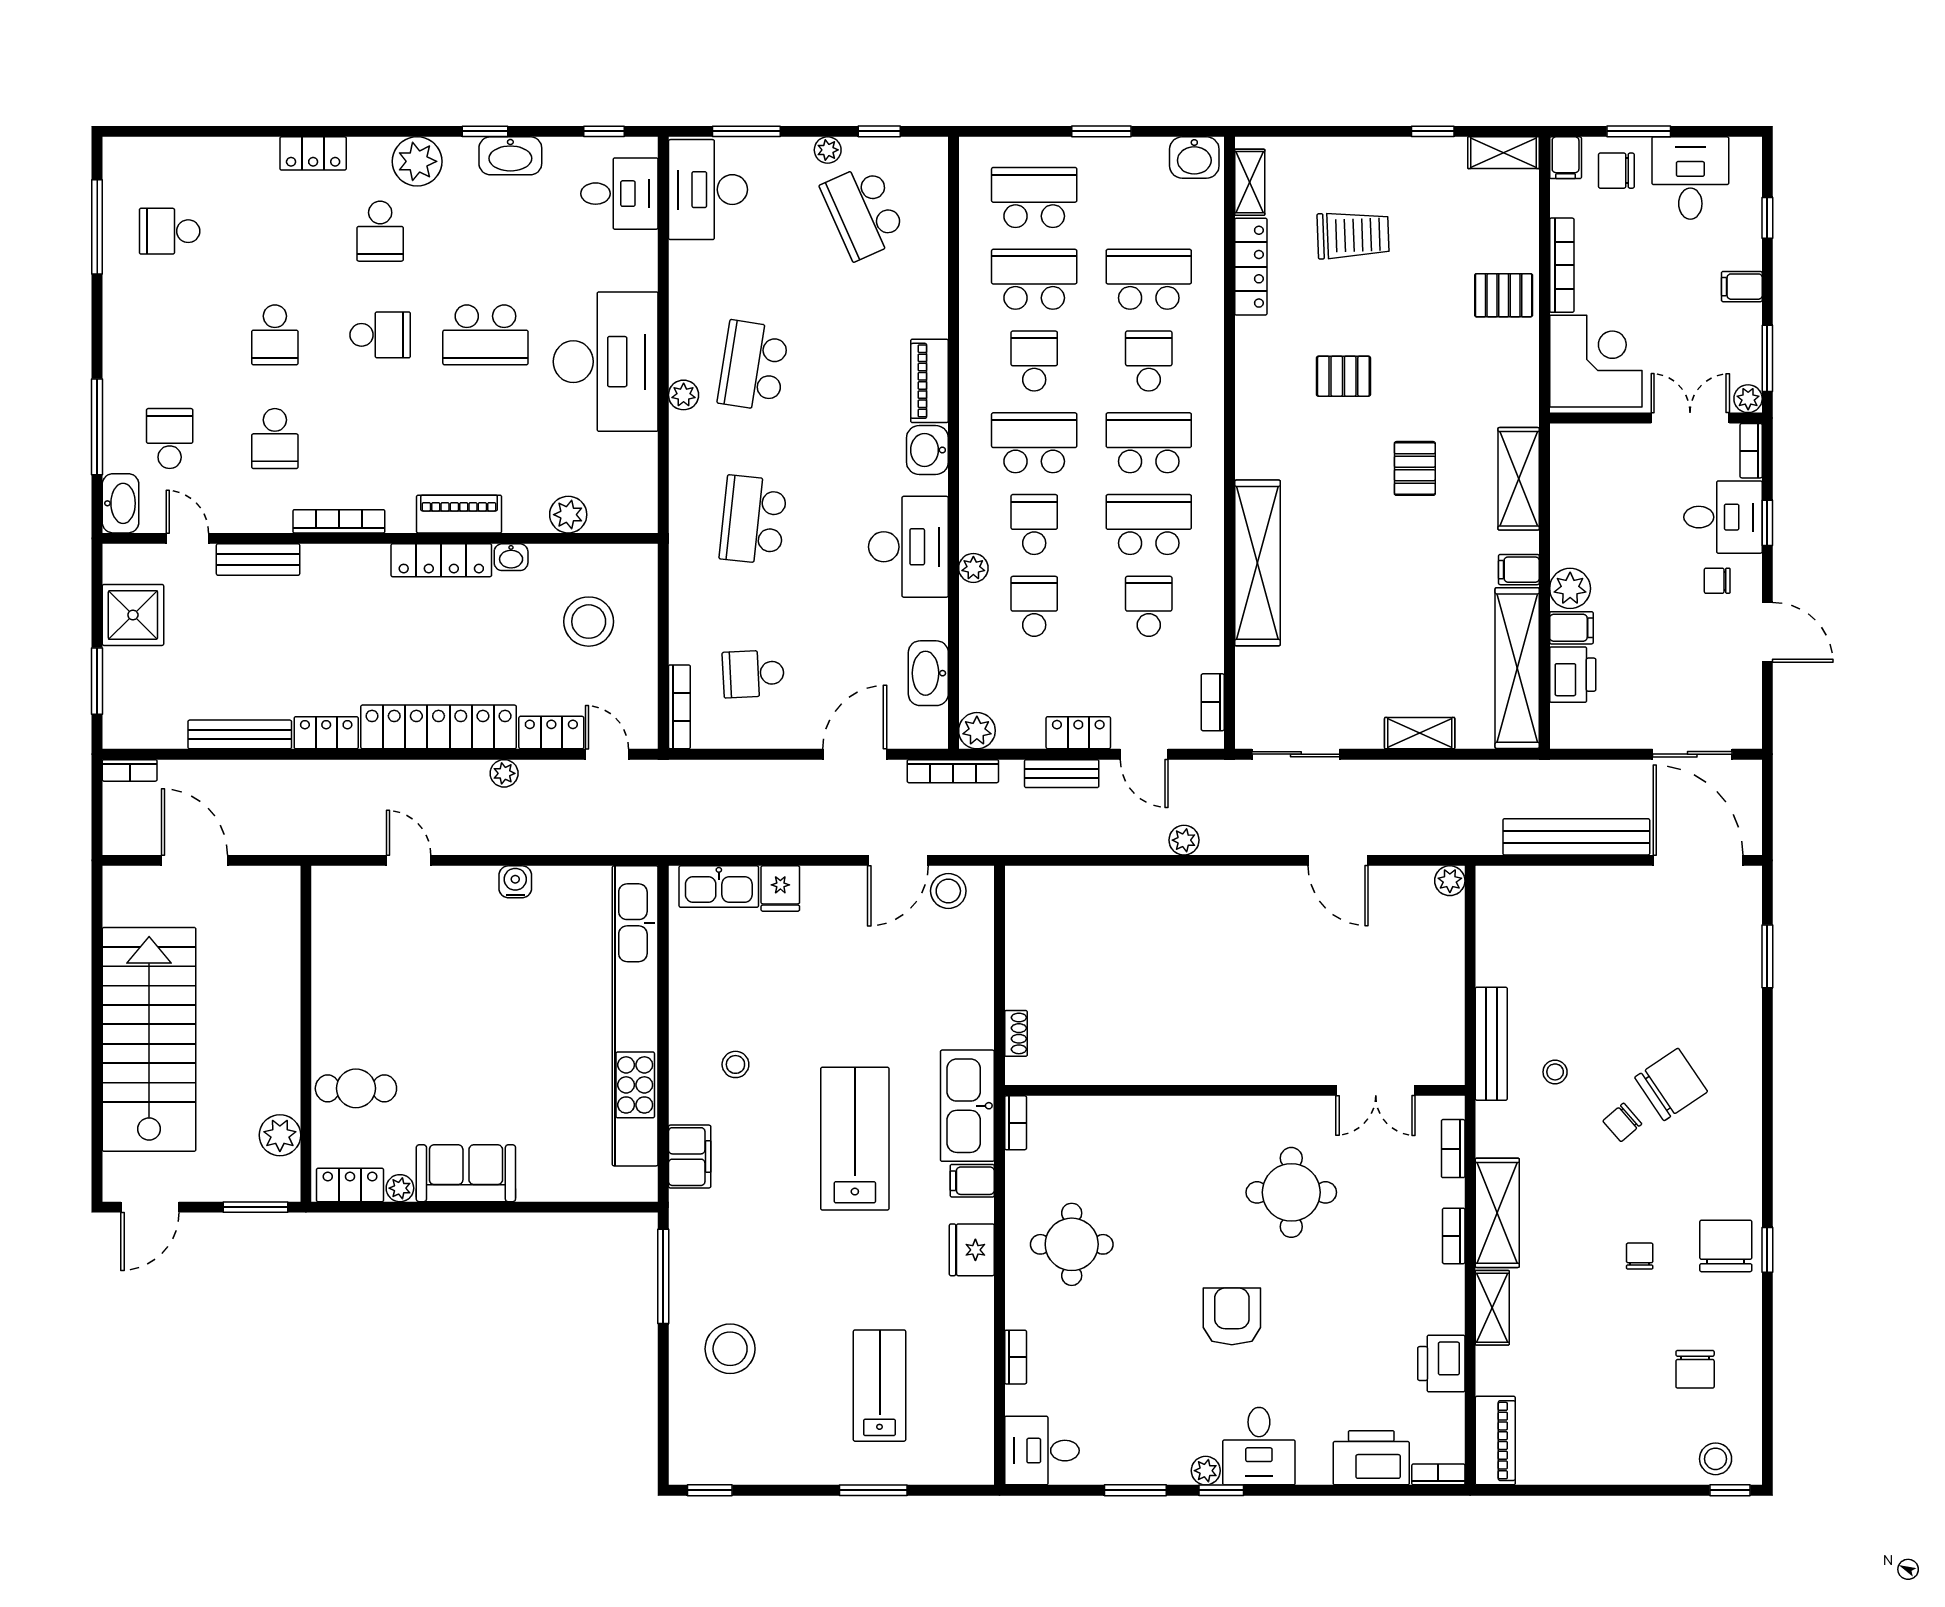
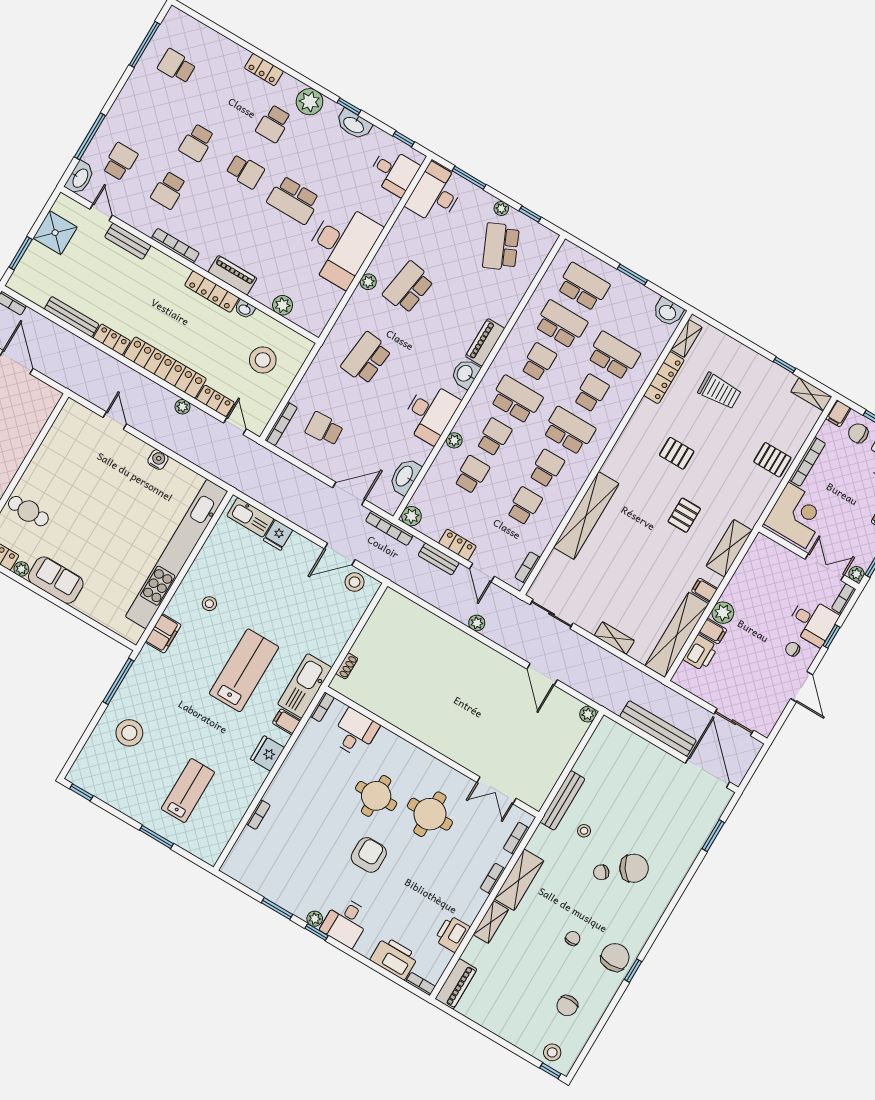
school desk: (1149, 525) -> (547, 468), width x0.54
round table: (1072, 1244) -> (376, 796), moved
desk: (1042, 1451) -> (355, 733), moved, turned 90

